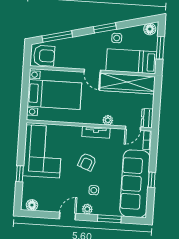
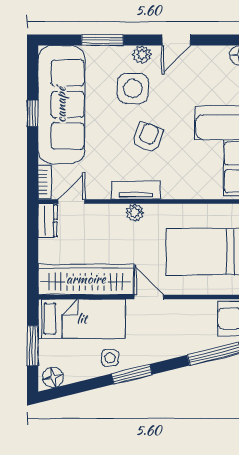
plant: (108, 120) -> (135, 213), moved
side table: (94, 190) -> (133, 88), width x1.87, depth x1.87

